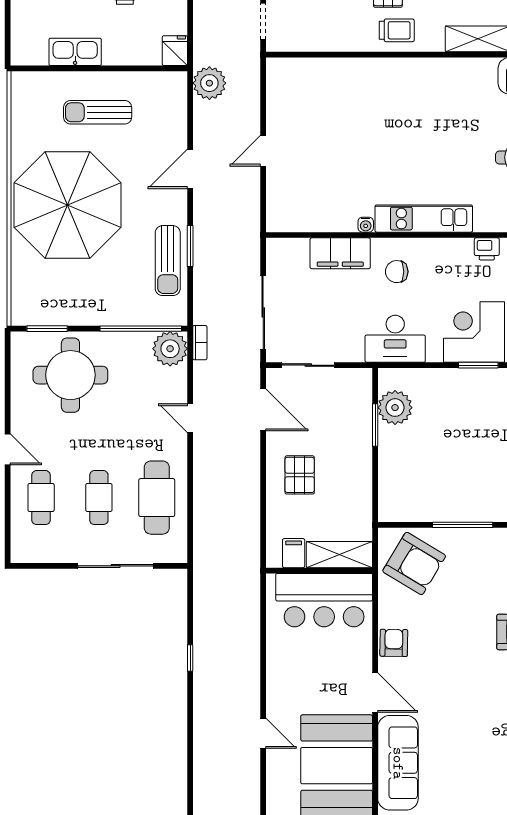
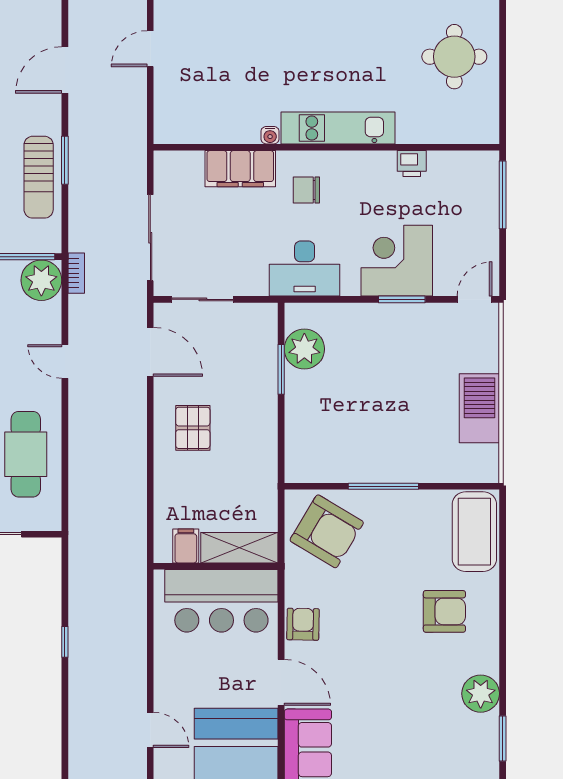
filing cabinet: (294, 553) -> (186, 546), moved
shelving: (339, 555) -> (239, 548), moved
wall: (319, 571) -> (216, 566), moved
bar counter: (324, 600) -> (221, 601), moved

